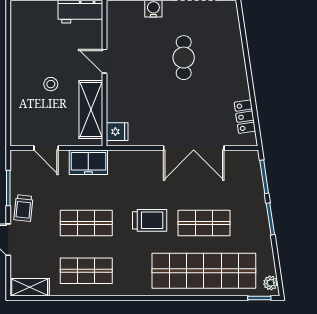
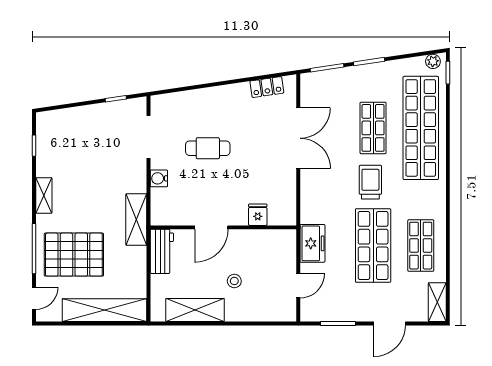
door: (104, 61) -> (211, 227), width x1.38
shelving: (91, 110) -> (195, 310), moved
fridge: (117, 132) -> (258, 215), moved
trolley: (23, 208) -> (358, 308), removed
shop shelf: (86, 223) -> (373, 246), width x1.43, depth x1.36

